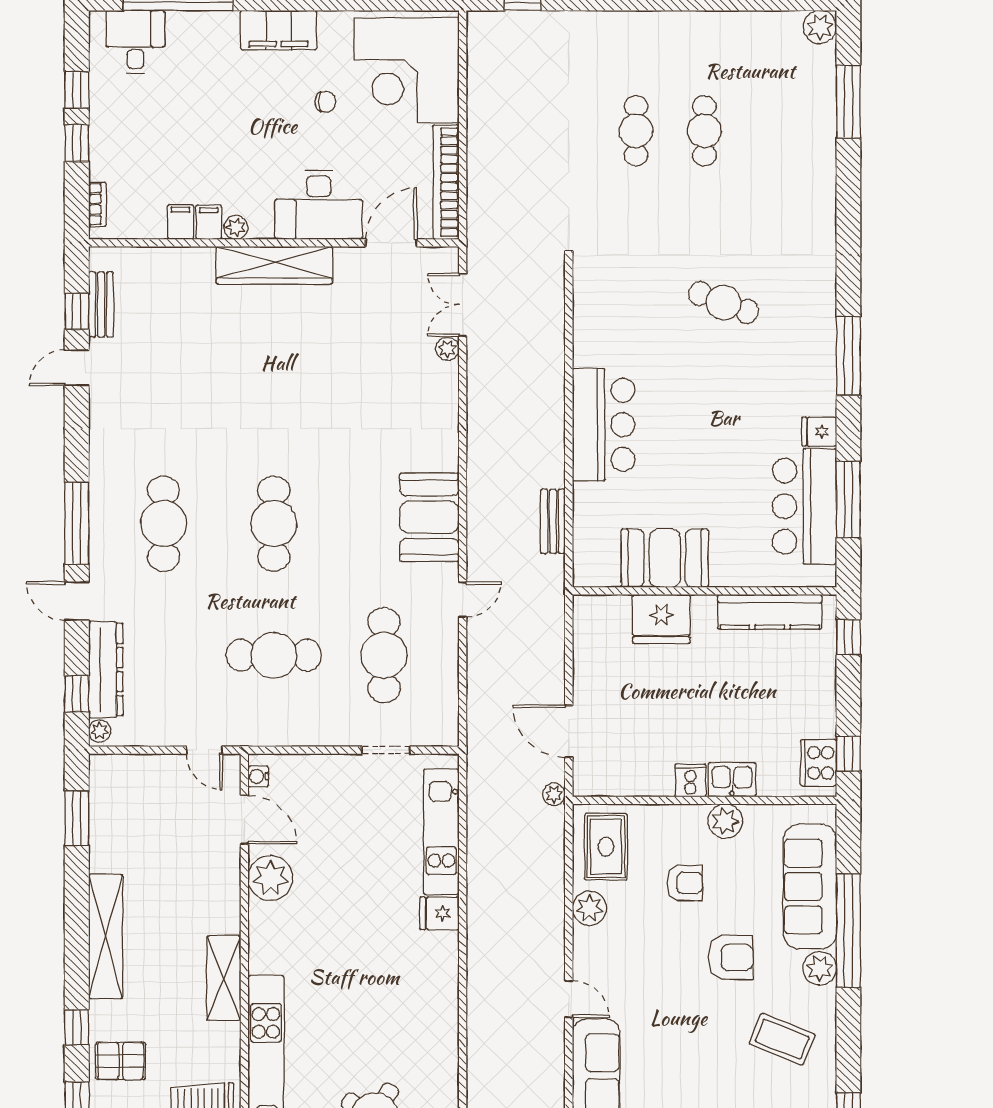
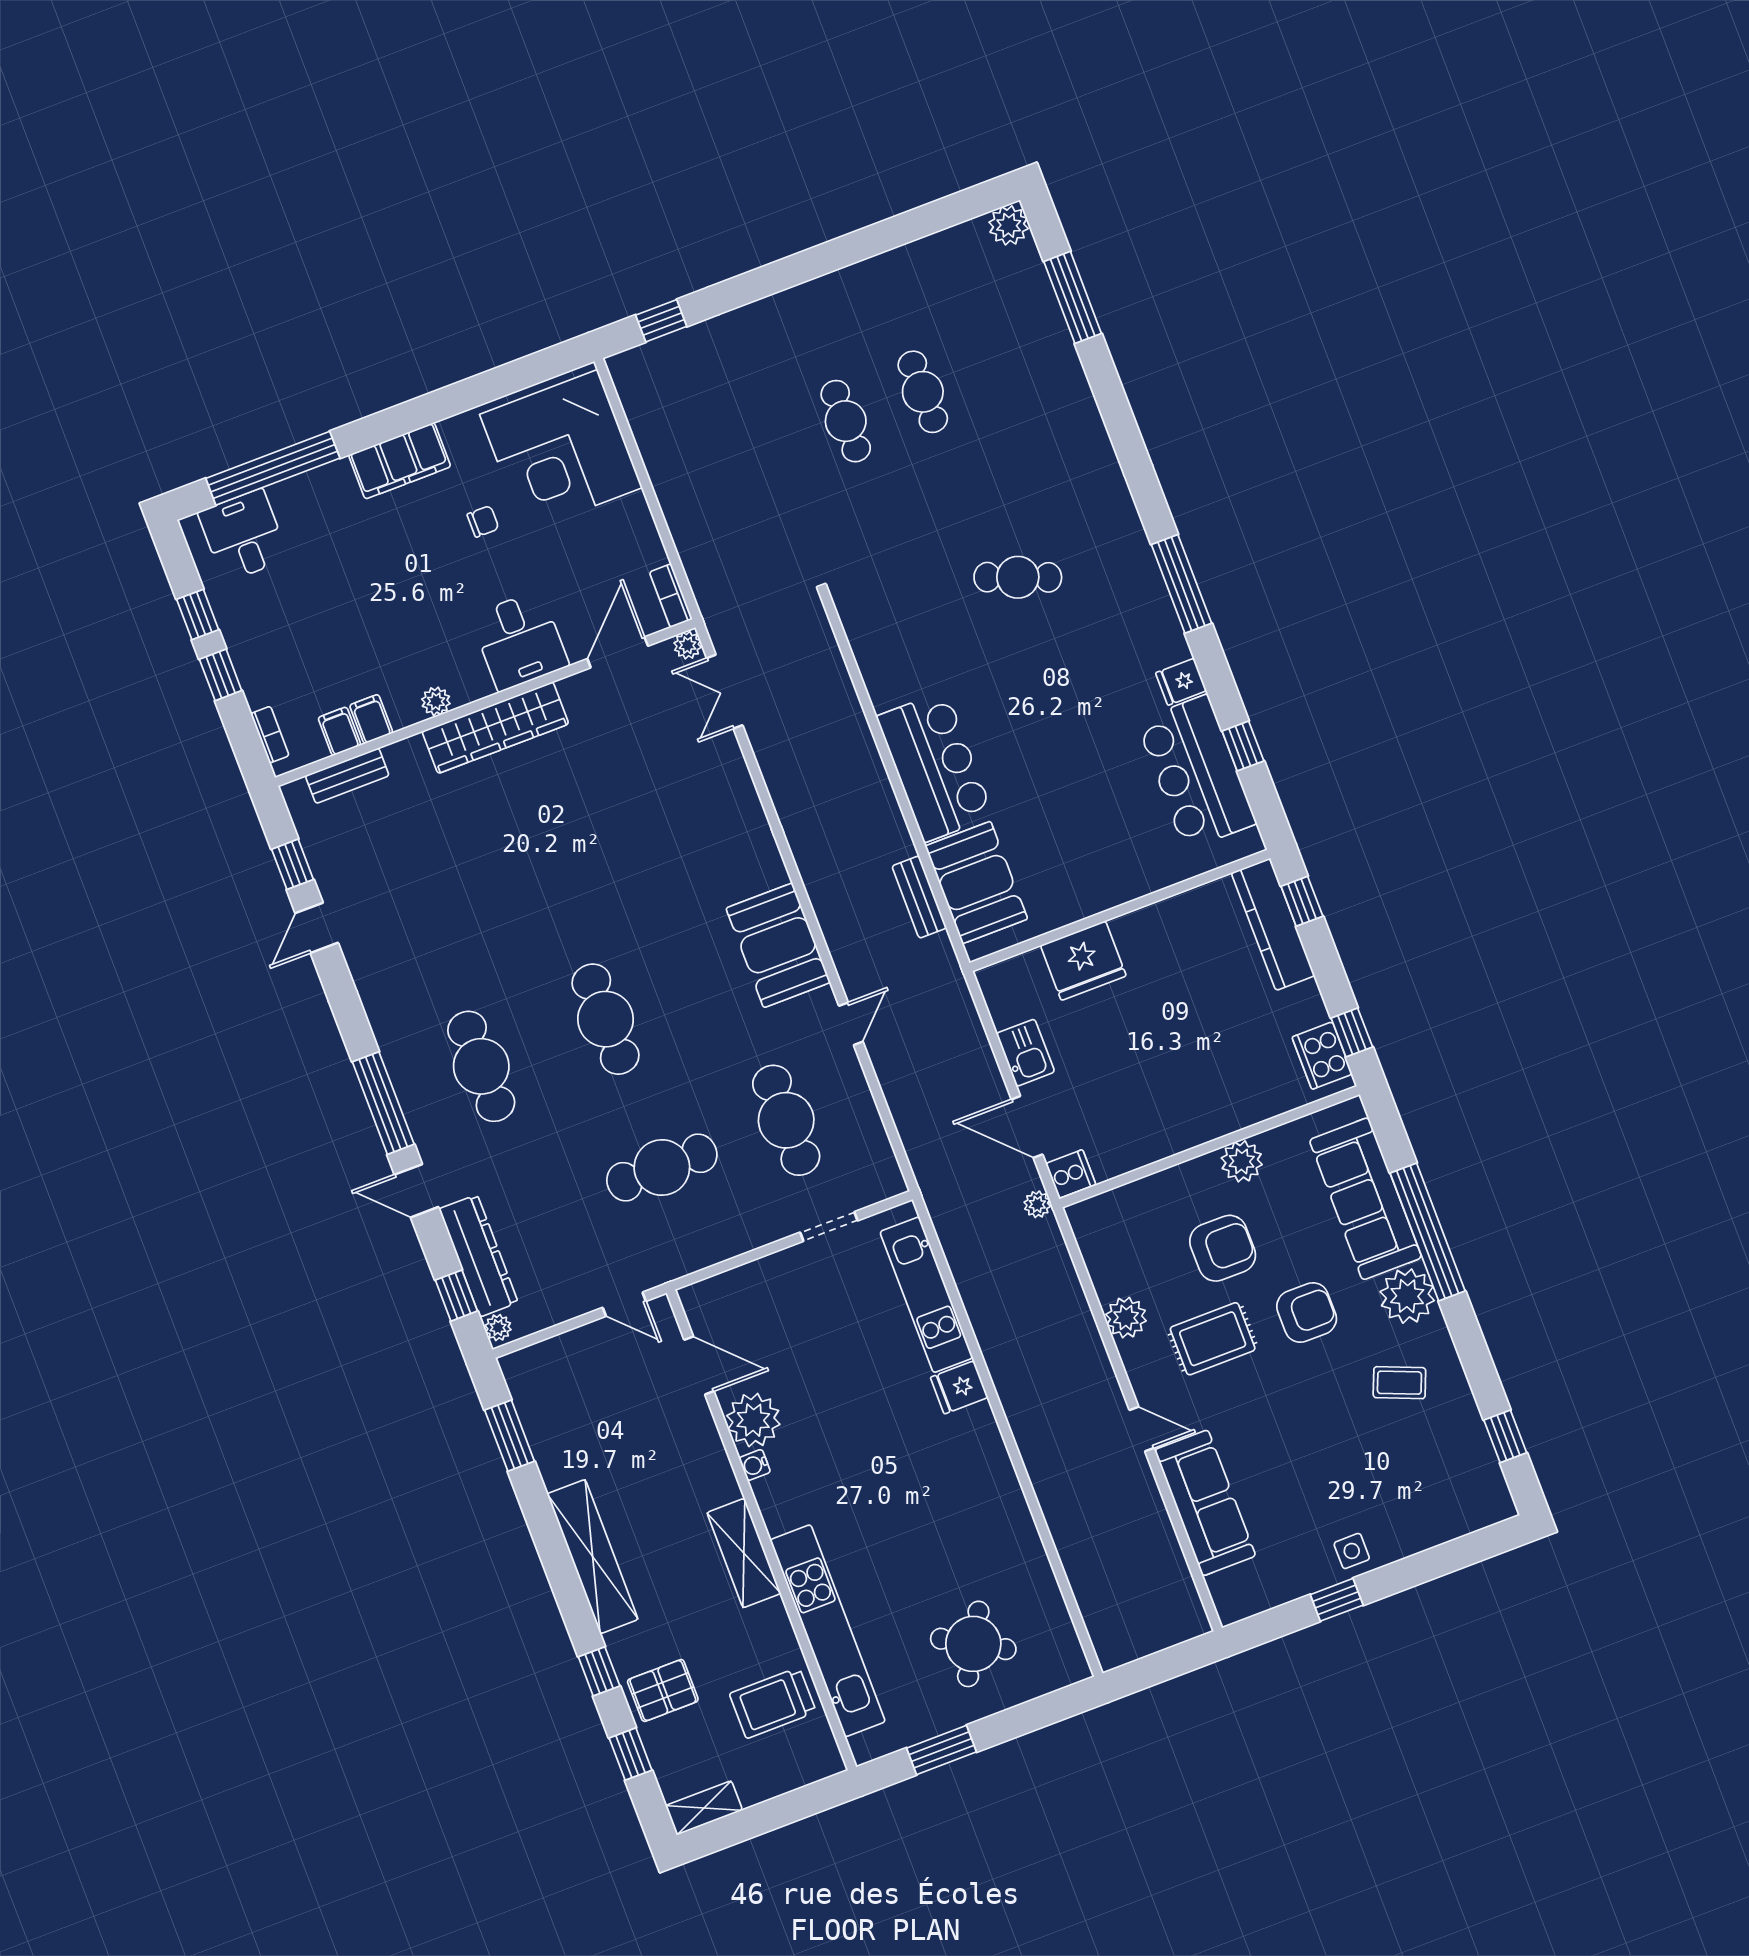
bookcase: (446, 182) -> (671, 596), width x0.43, depth x0.76
desk: (319, 205) -> (520, 641), width x0.73
filing cabinet: (209, 222) -> (339, 731), moved
bench: (101, 304) -> (347, 776), moved, turned 90
plant: (447, 349) -> (688, 645), moved
window: (848, 500) -> (1243, 746), width x0.46
booth: (665, 558) -> (976, 883), moved, turned 90
kitchen counter: (770, 612) -> (1273, 924), moved, turned 90
water cooler: (258, 776) -> (755, 1465), moved
cooker: (690, 780) -> (1071, 1174), moved, turned 90
kitchen sink: (732, 780) -> (1025, 1053), moved, turned 90
rug: (606, 847) -> (1213, 1339), moved, turned 90
armchair: (685, 883) -> (1223, 1248), width x1.38, depth x1.38
plant: (820, 968) -> (1407, 1296), width x1.36, depth x1.36
coffee table: (782, 1039) -> (1399, 1383), width x0.73, depth x0.77

